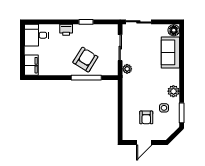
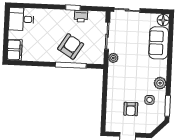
printer: (66, 30) -> (81, 16), moved

